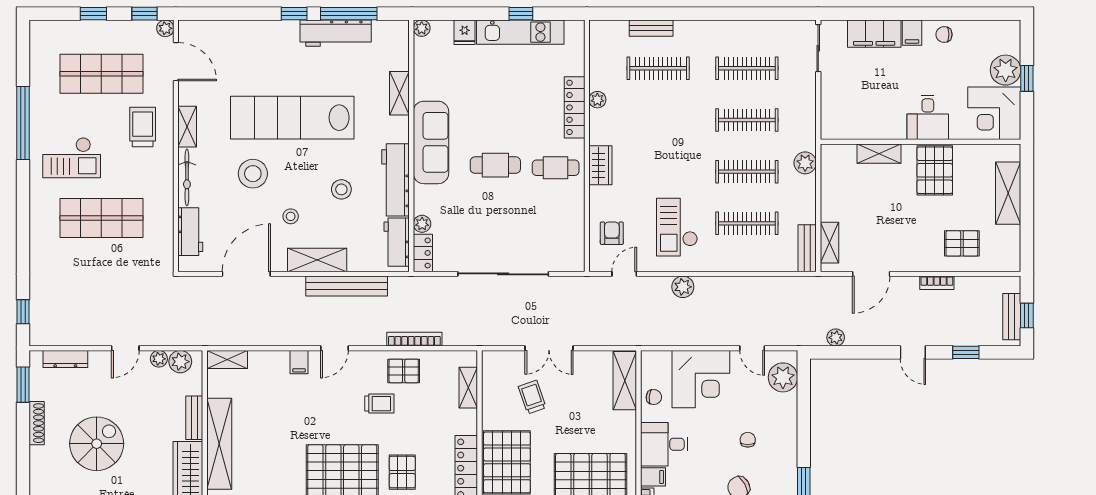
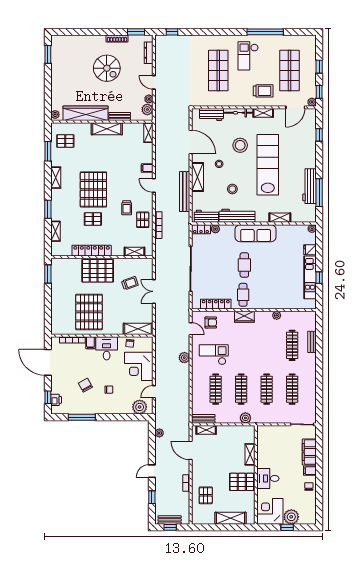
window: (294, 14) -> (319, 135), moved
locker: (575, 107) -> (216, 304), moved
shelving: (219, 444) -> (107, 129), width x0.68

